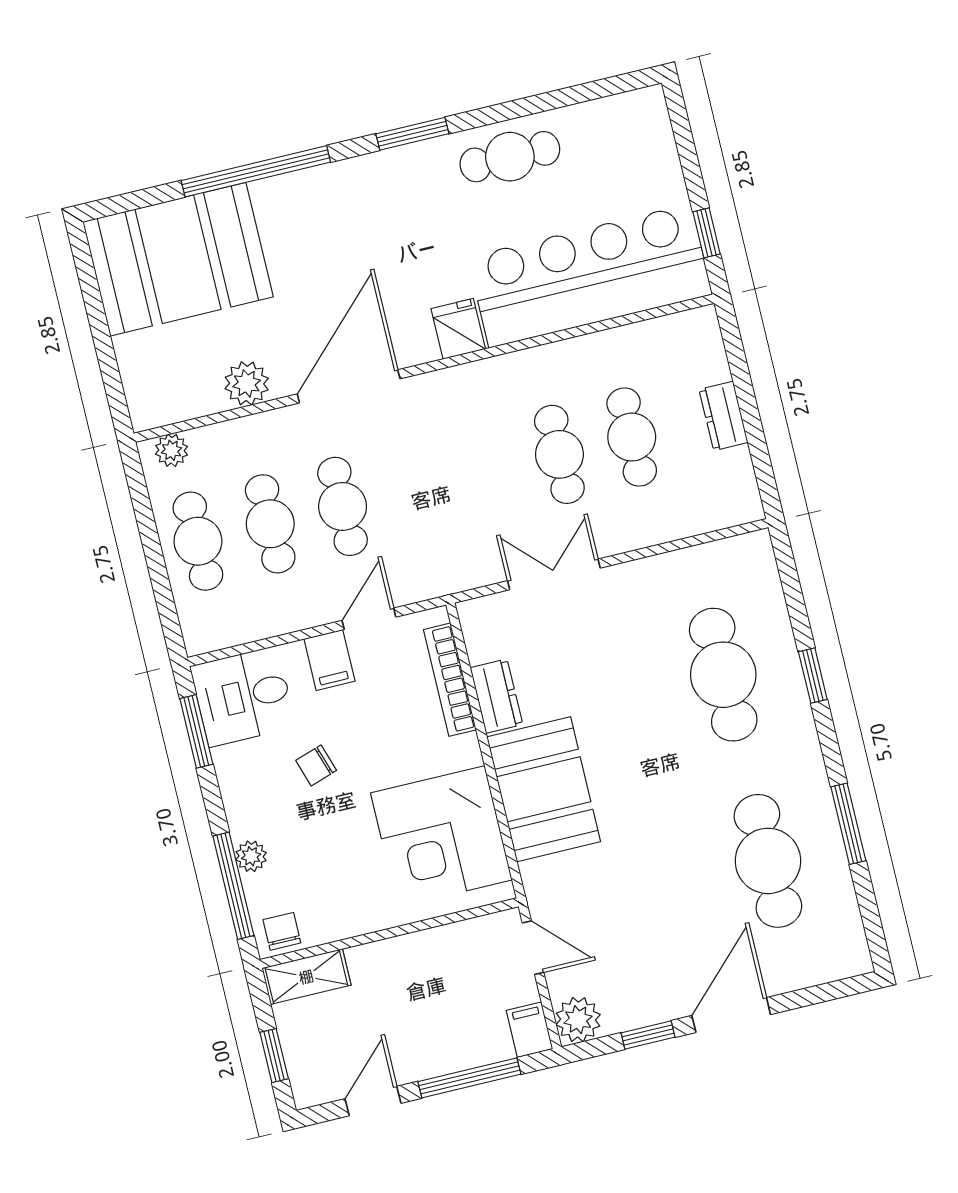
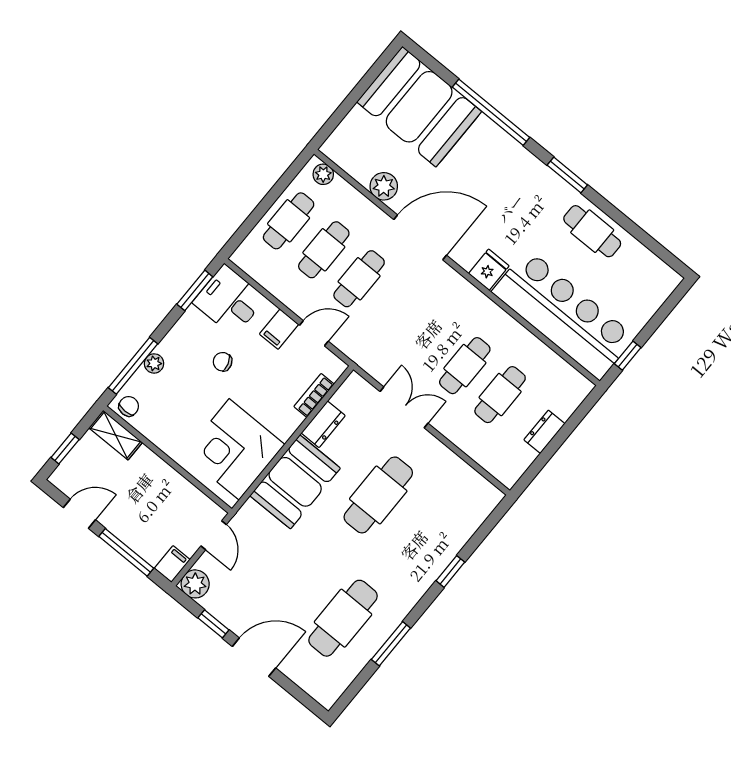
cafe table: (723, 675) -> (378, 495), moved
bookcase: (450, 680) -> (314, 395), width x0.64

